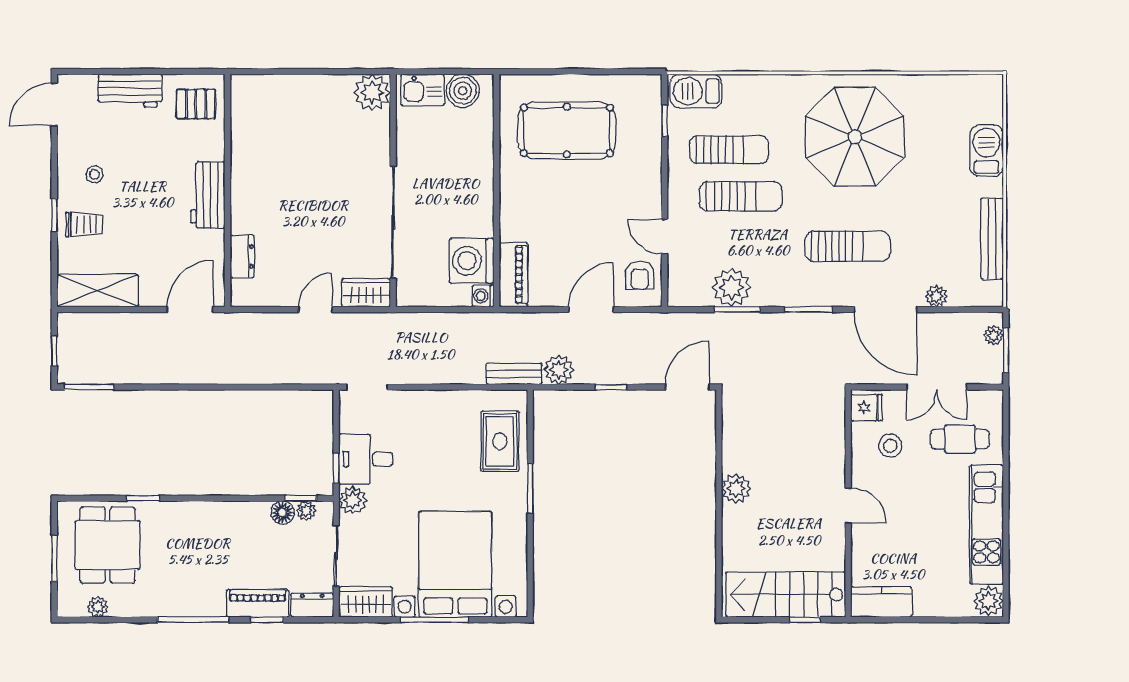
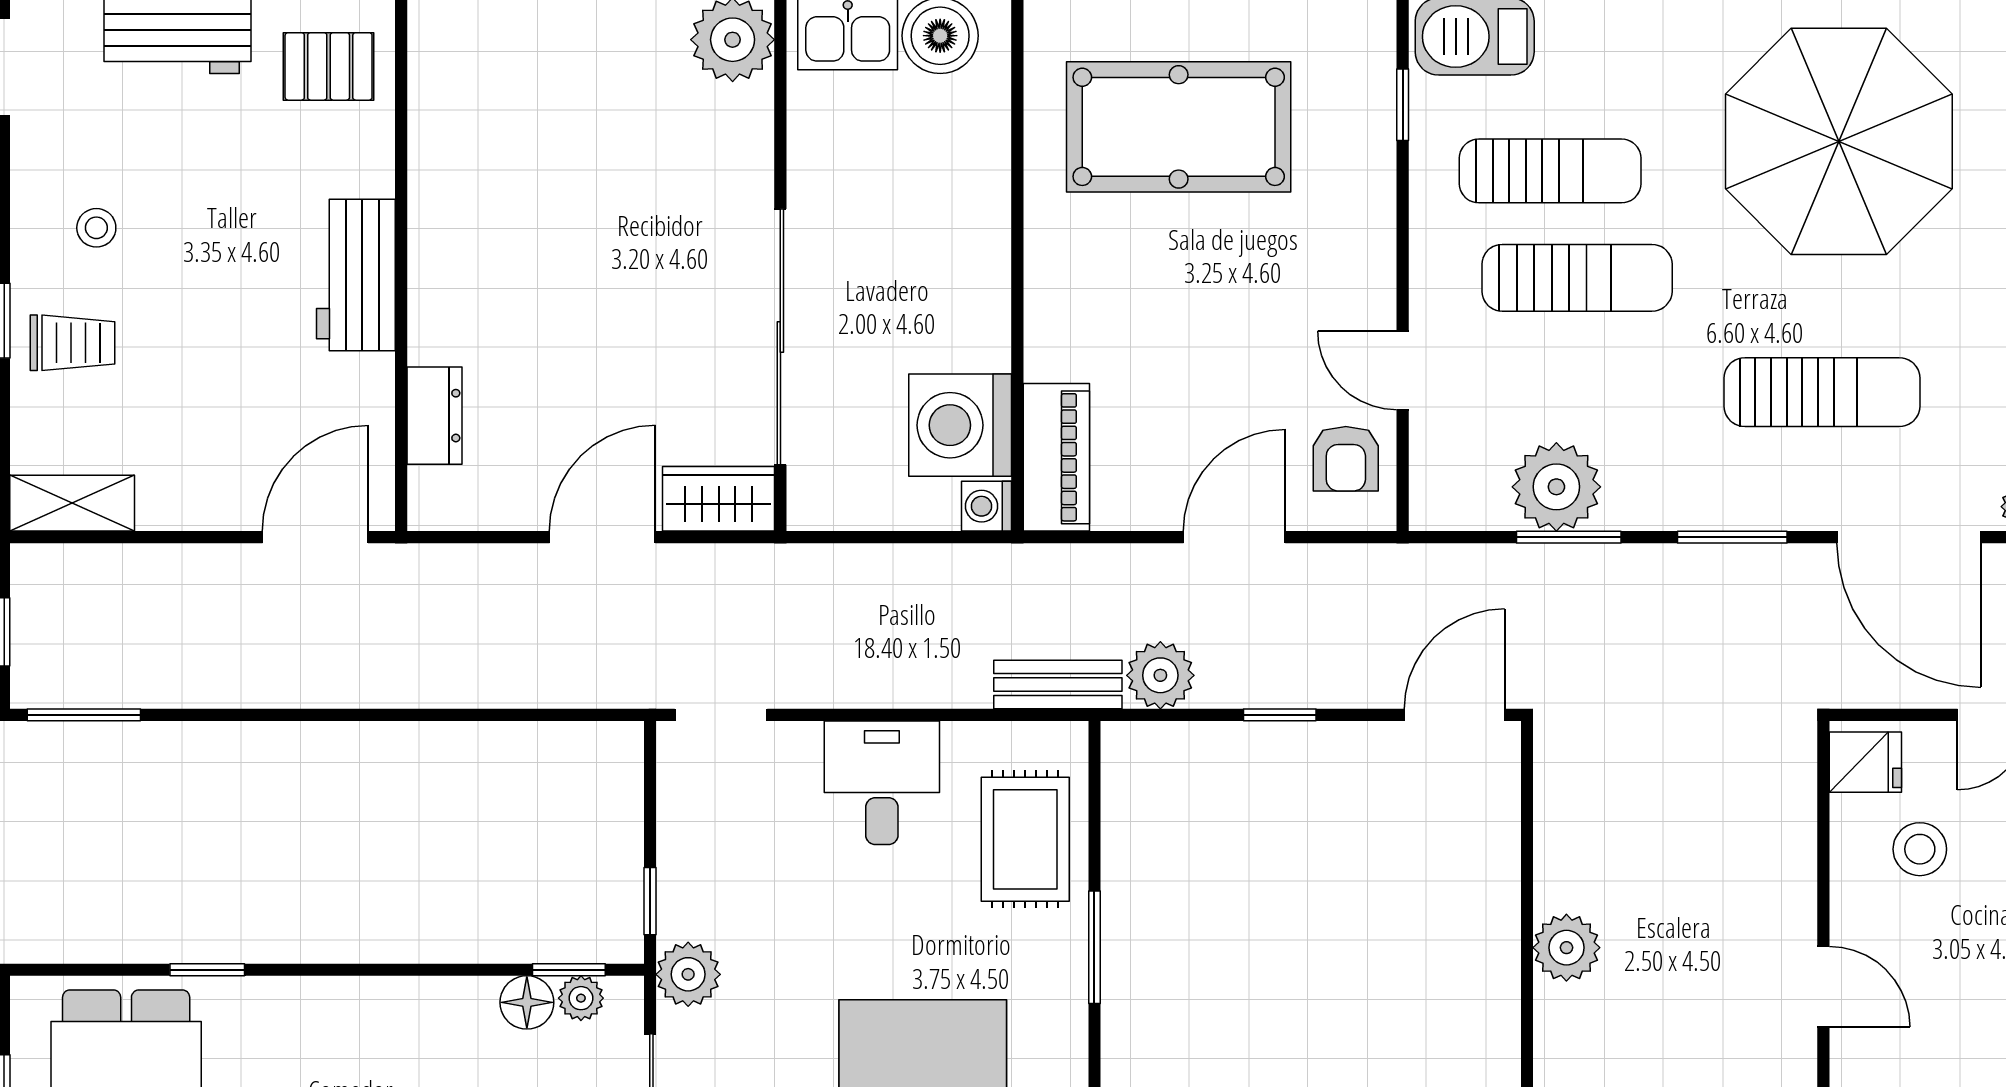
shelving: (98, 291) -> (72, 503), width x0.67, depth x0.75
door: (315, 309) -> (602, 537), width x1.38
desk: (366, 459) -> (882, 783), moved, turned 90

